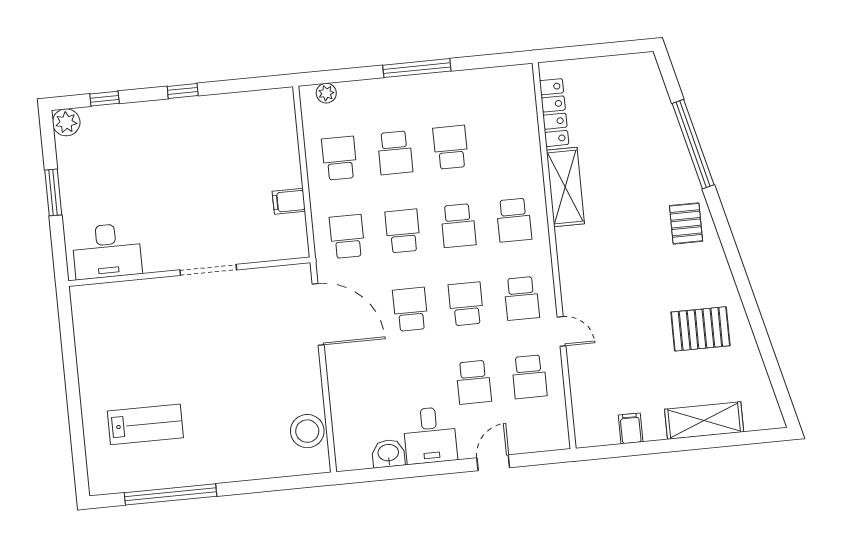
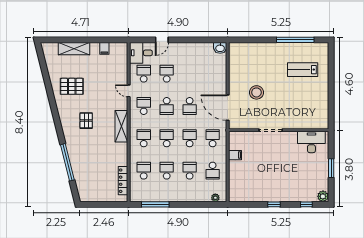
window: (417, 68) -> (155, 204), moved
school desk: (506, 142) -> (144, 171), added
school desk: (451, 147) -> (167, 171), turned 180
shelving: (565, 187) -> (121, 126), moved
pallet: (686, 223) -> (86, 121), moved
school desk: (403, 231) -> (190, 138), turned 180
school desk: (347, 236) -> (213, 138), turned 180
stool: (307, 431) -> (256, 92), moved
desk: (430, 435) -> (141, 53), moved, turned -90
washbasin: (388, 453) -> (220, 48), moved

